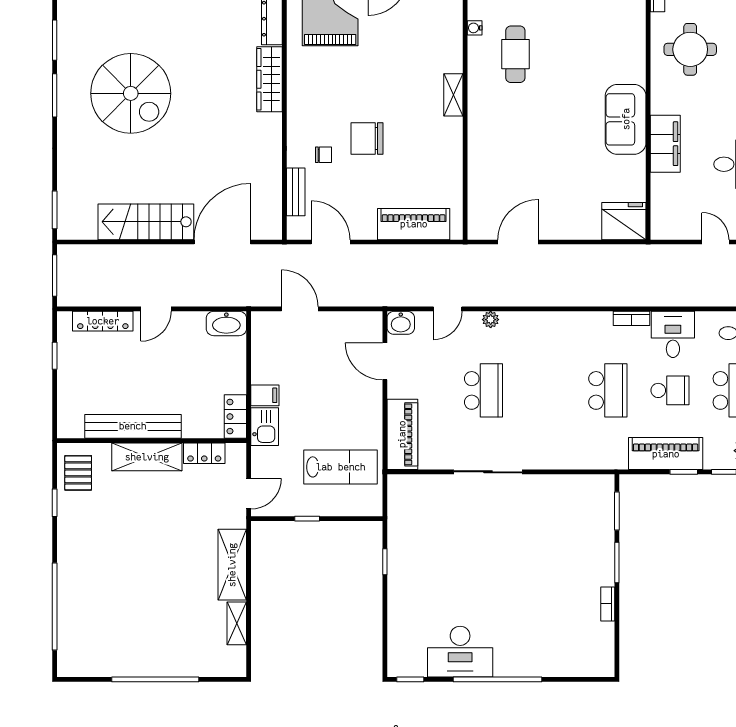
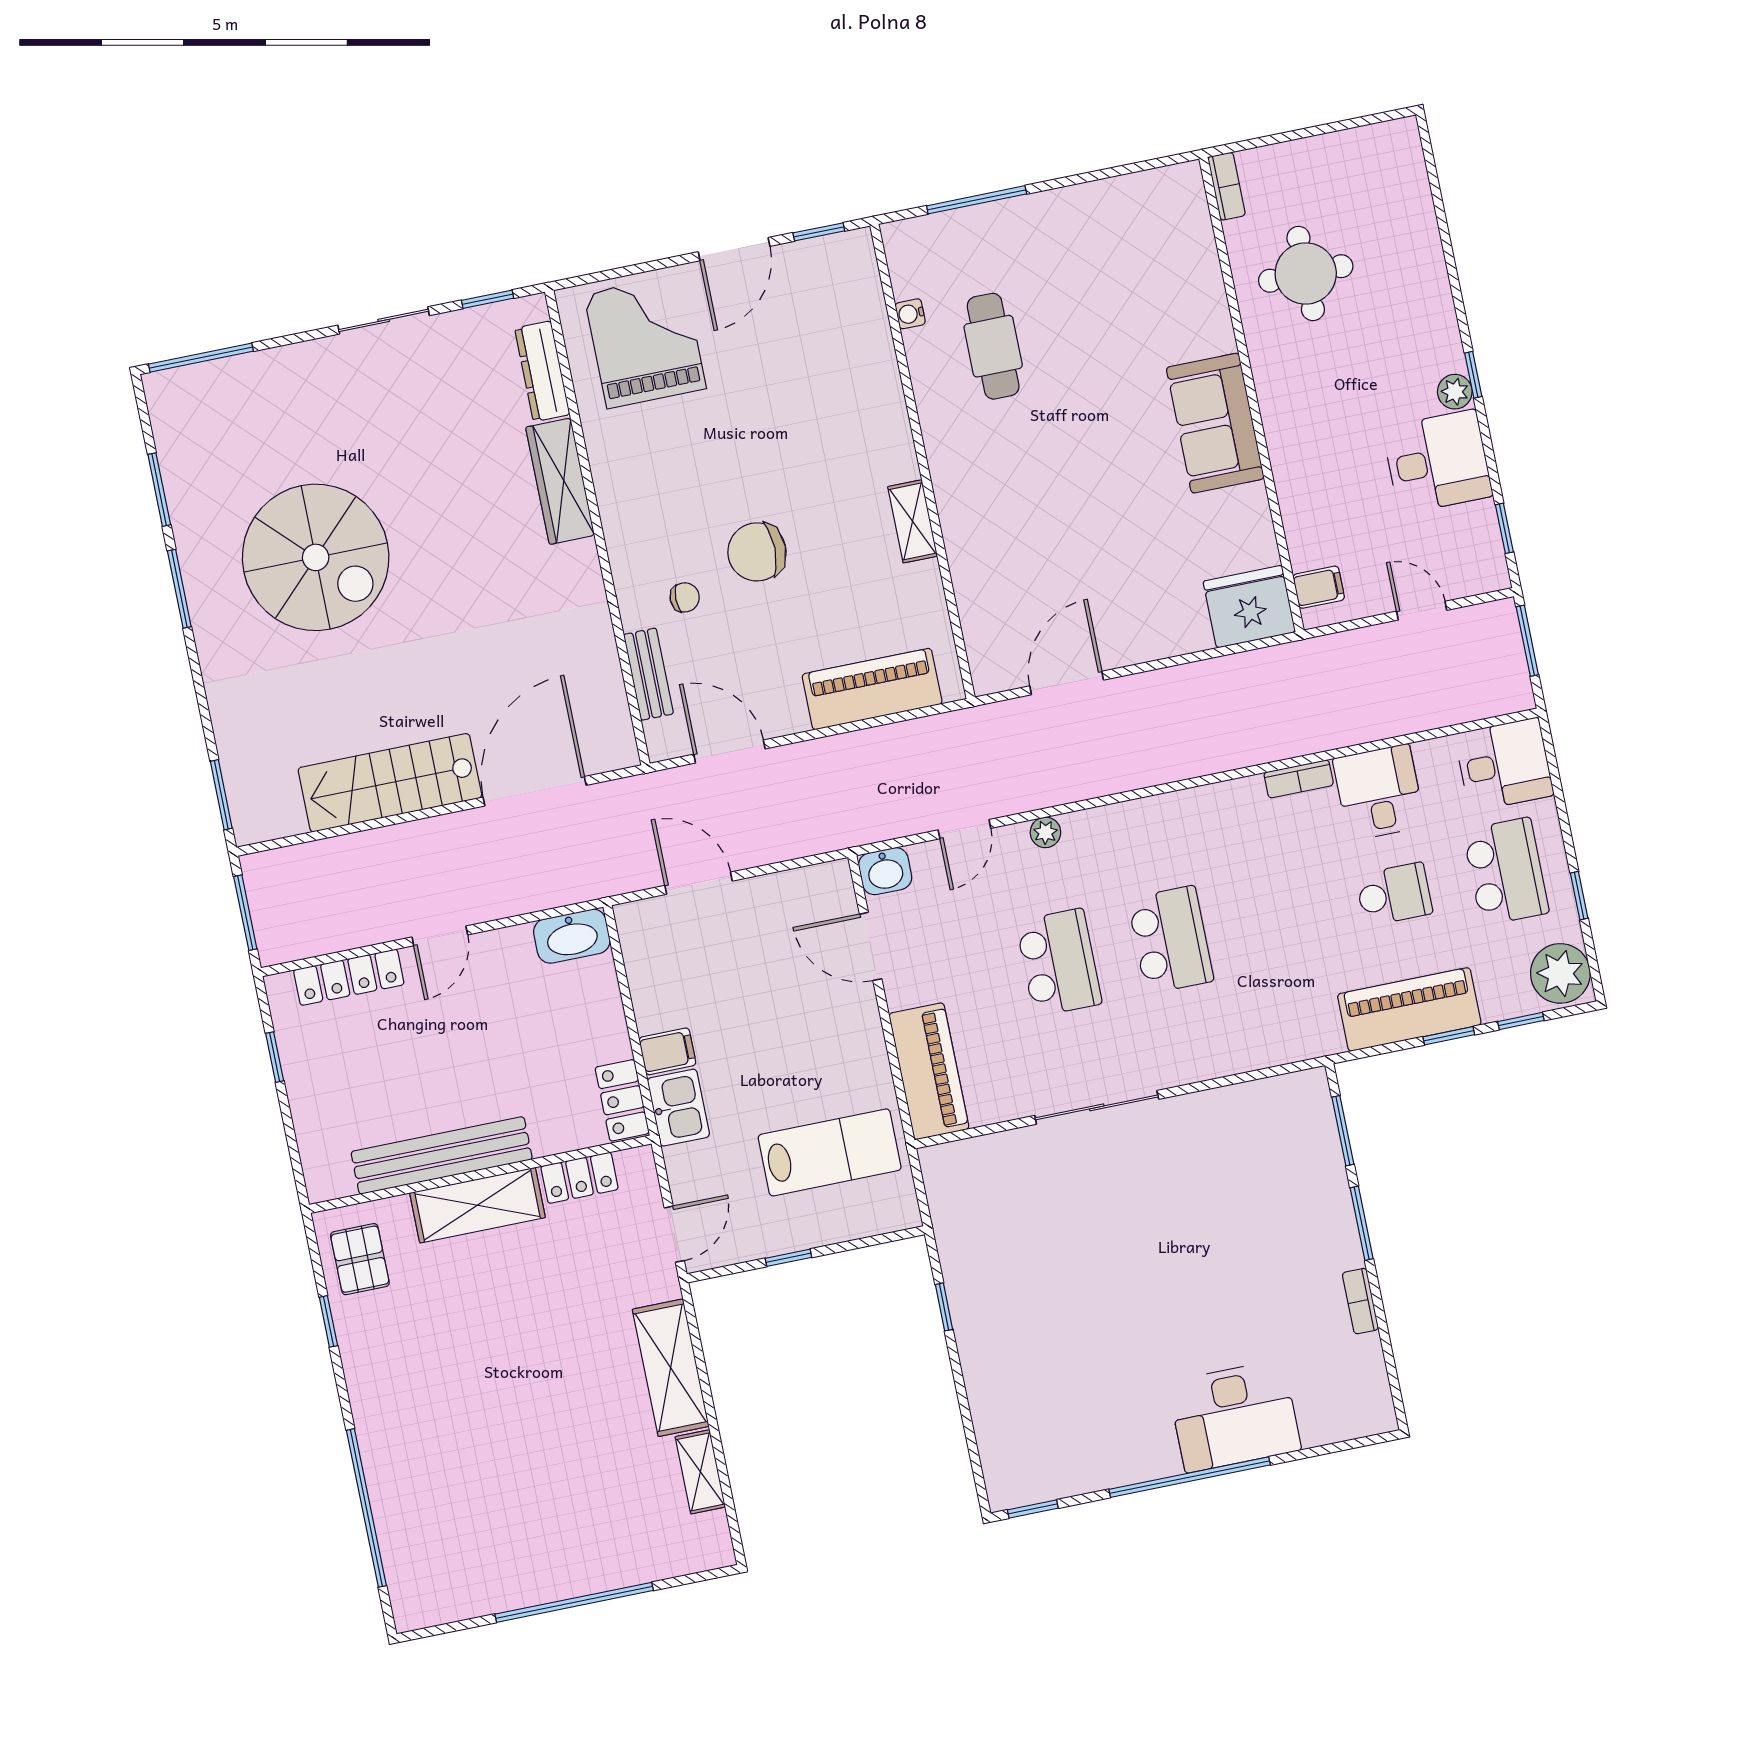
shelving: (453, 95) -> (913, 521), moved
filing cabinet: (665, 144) -> (1319, 587), moved, width x0.33, depth x0.86
school desk: (608, 390) -> (1171, 940), moved
desk: (460, 652) -> (1234, 1416), moved

